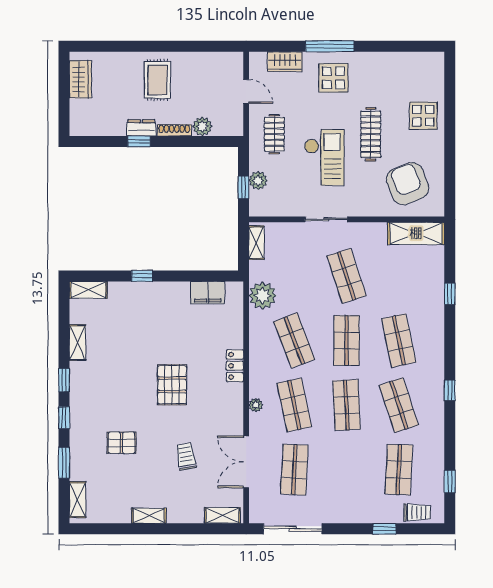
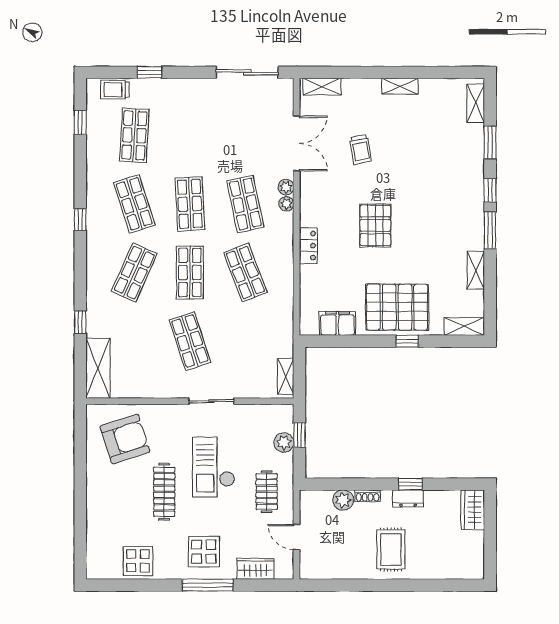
wardrobe: (80, 79) -> (473, 510), moved
display table: (423, 116) -> (138, 561), moved
shoe rack: (174, 130) -> (368, 496), width x0.70
armchair: (408, 184) -> (125, 439), turned -86
shelving: (416, 233) -> (98, 368), moved, turned 90
plant: (263, 296) -> (286, 187), moved, width x0.53, depth x0.53
shop shelf: (399, 340) -> (134, 272), turned 36
window: (64, 380) -> (490, 230), width x1.50
pallet: (122, 443) -> (397, 307), moved, width x2.05, depth x2.00
shop shelf: (294, 470) -> (245, 135), removed

